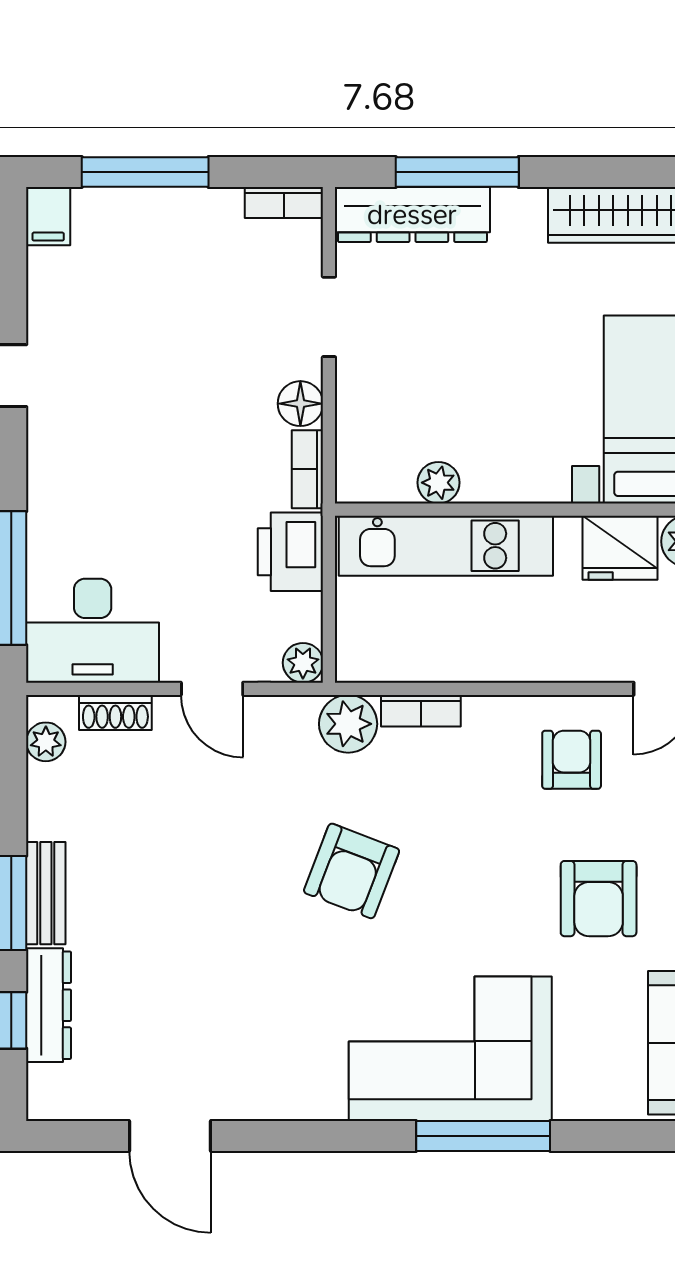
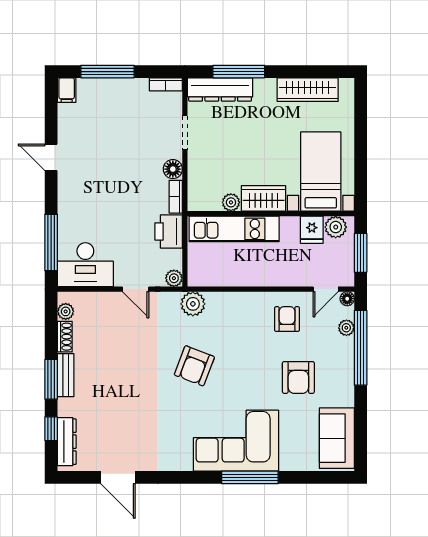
wardrobe: (516, 473) -> (264, 198), added
fridge: (620, 548) -> (312, 230), width x0.72
bookcase: (421, 711) -> (224, 298), removed
shoe rack: (115, 712) -> (65, 337), moved, turned -90
dresser: (49, 1005) -> (67, 442), moved

